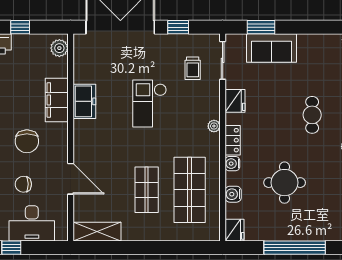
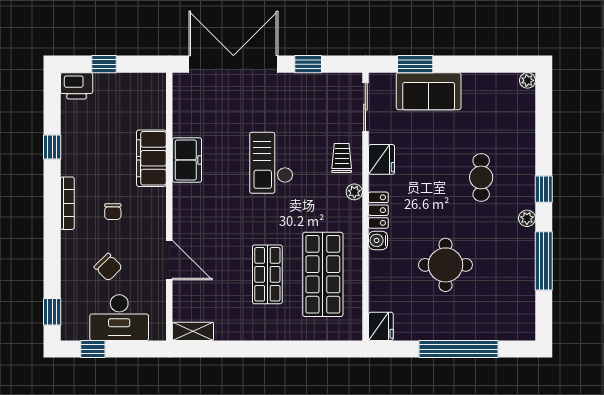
plant: (59, 48) -> (155, 91), removed
trolley: (193, 68) -> (342, 158), moved, turned 180
chair: (27, 141) -> (113, 212), width x0.54, depth x0.54
chair: (23, 184) -> (108, 267), turned -135
water cooler: (233, 194) -> (379, 280), removed
shelving: (97, 232) -> (193, 331), width x0.67, depth x0.75

